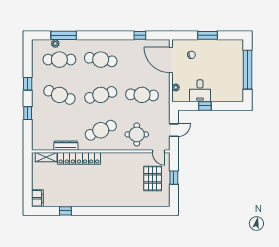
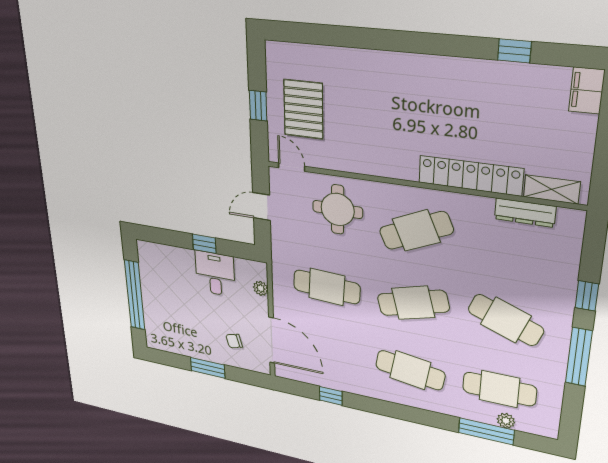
window: (28, 84) -> (579, 357), width x2.17
dresser: (66, 146) -> (525, 213), moved

